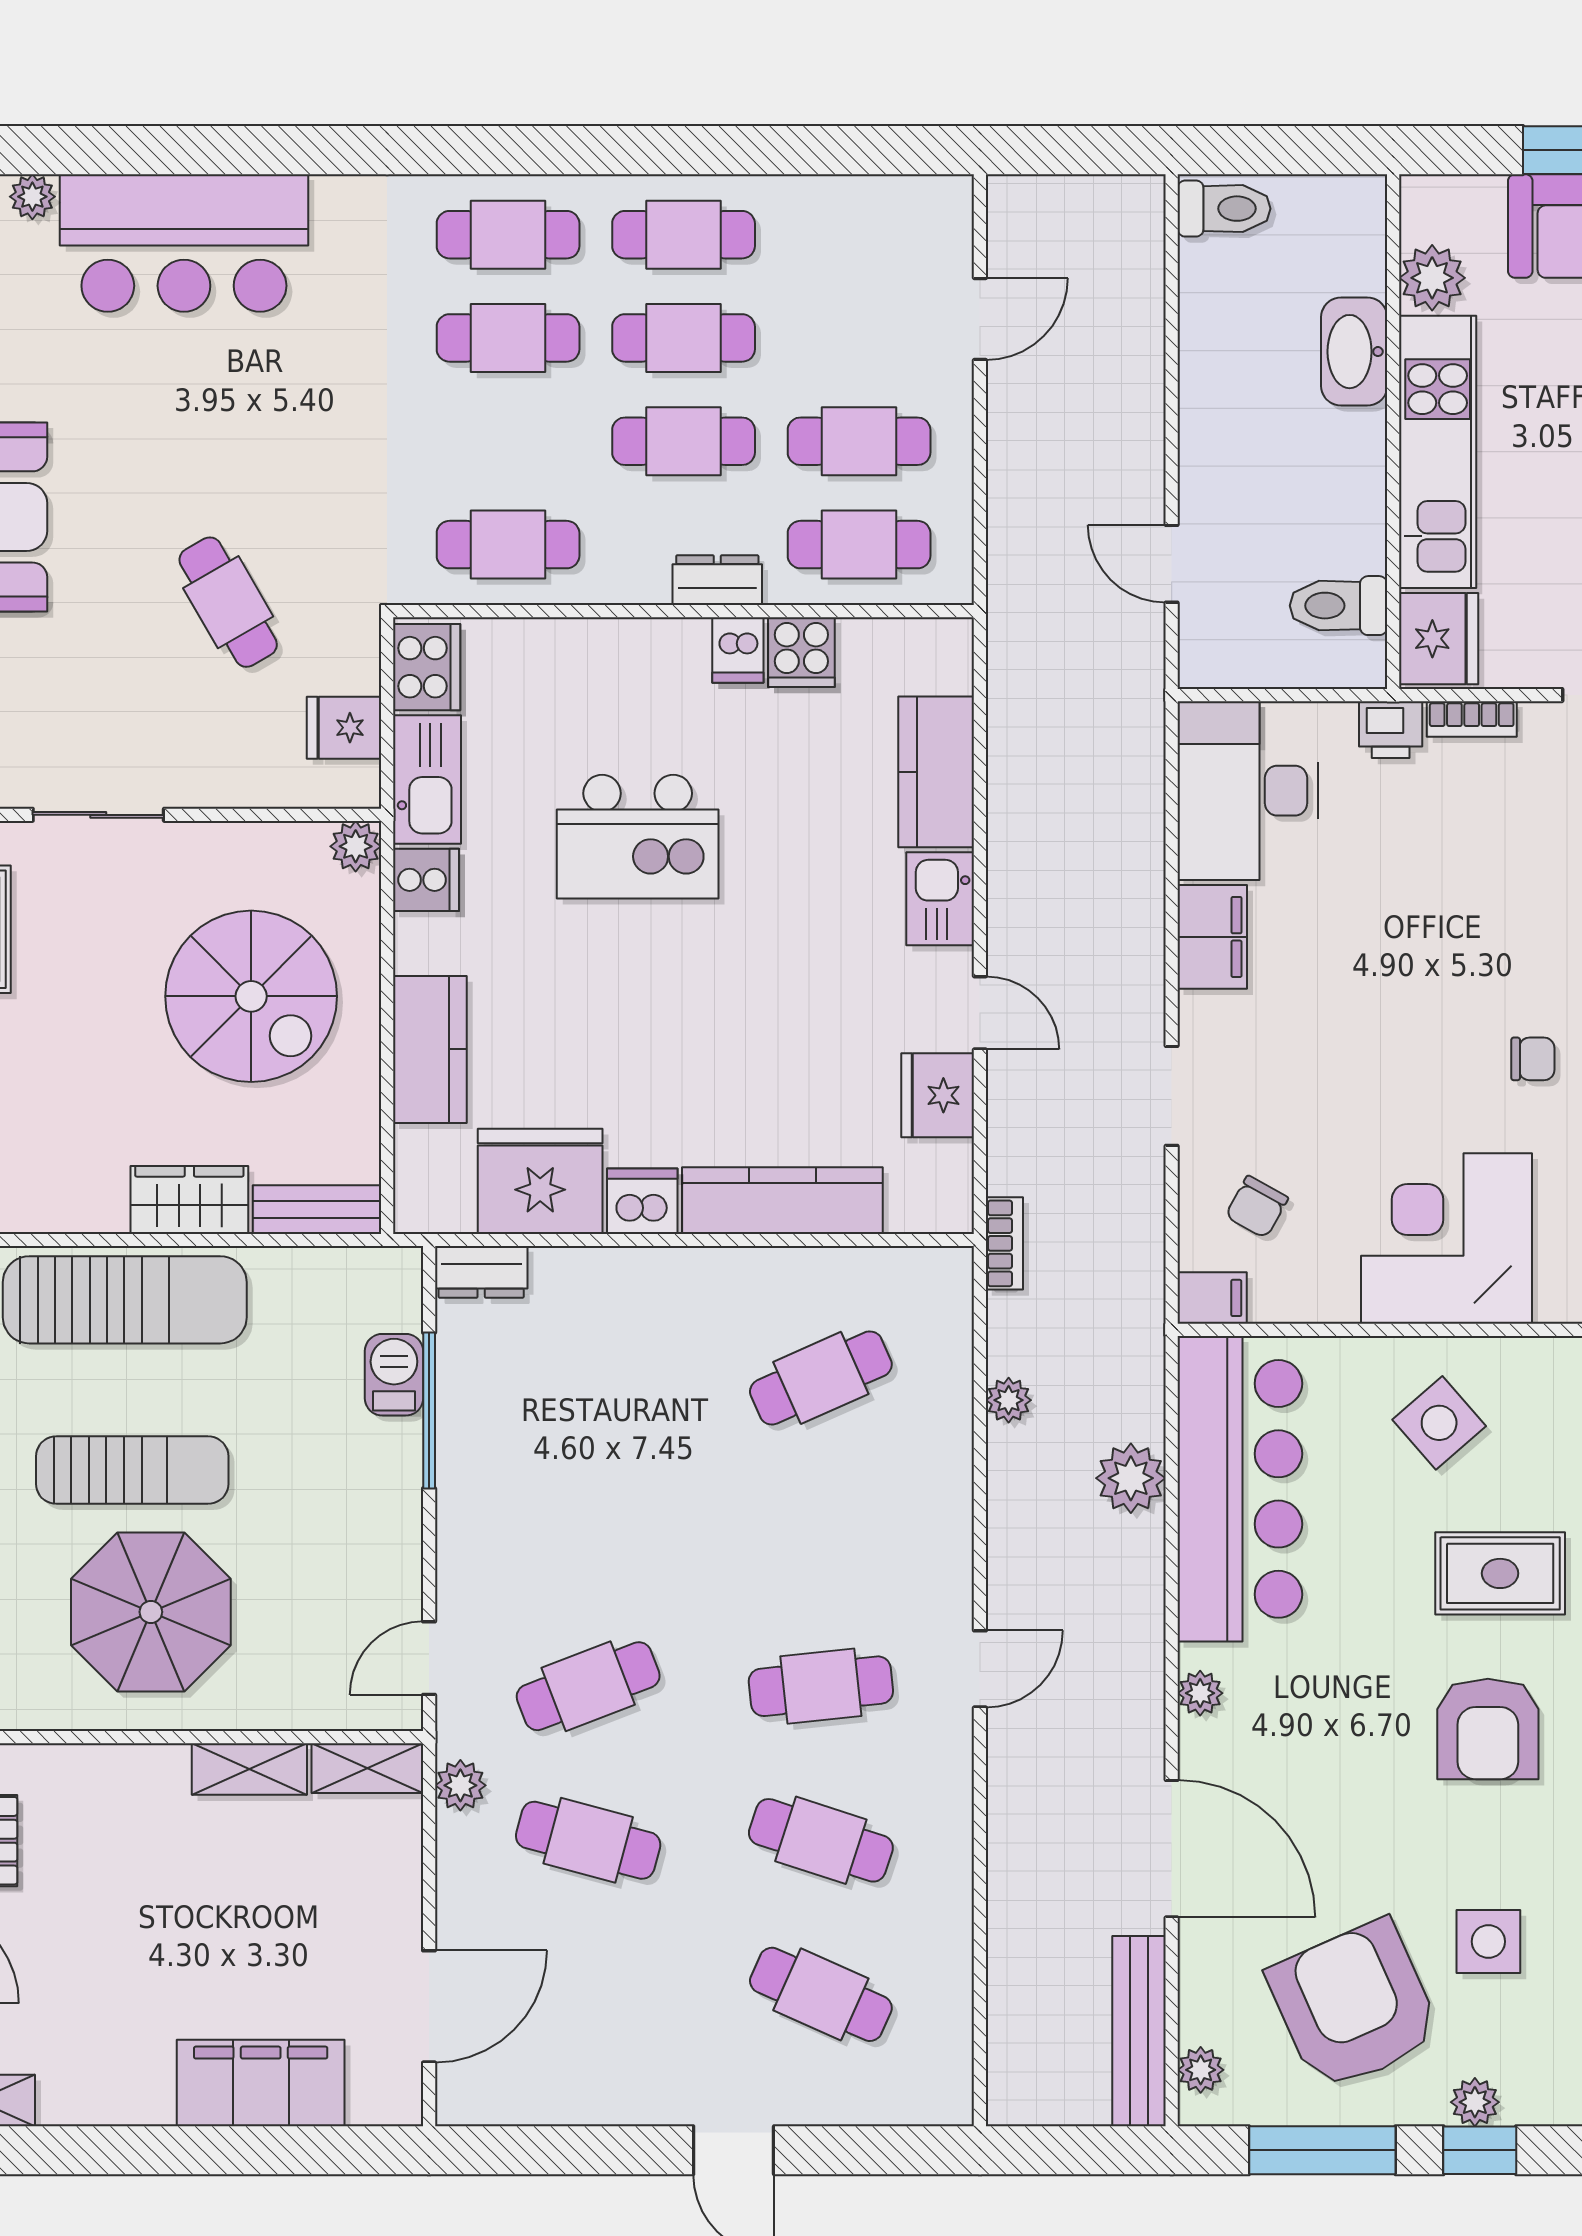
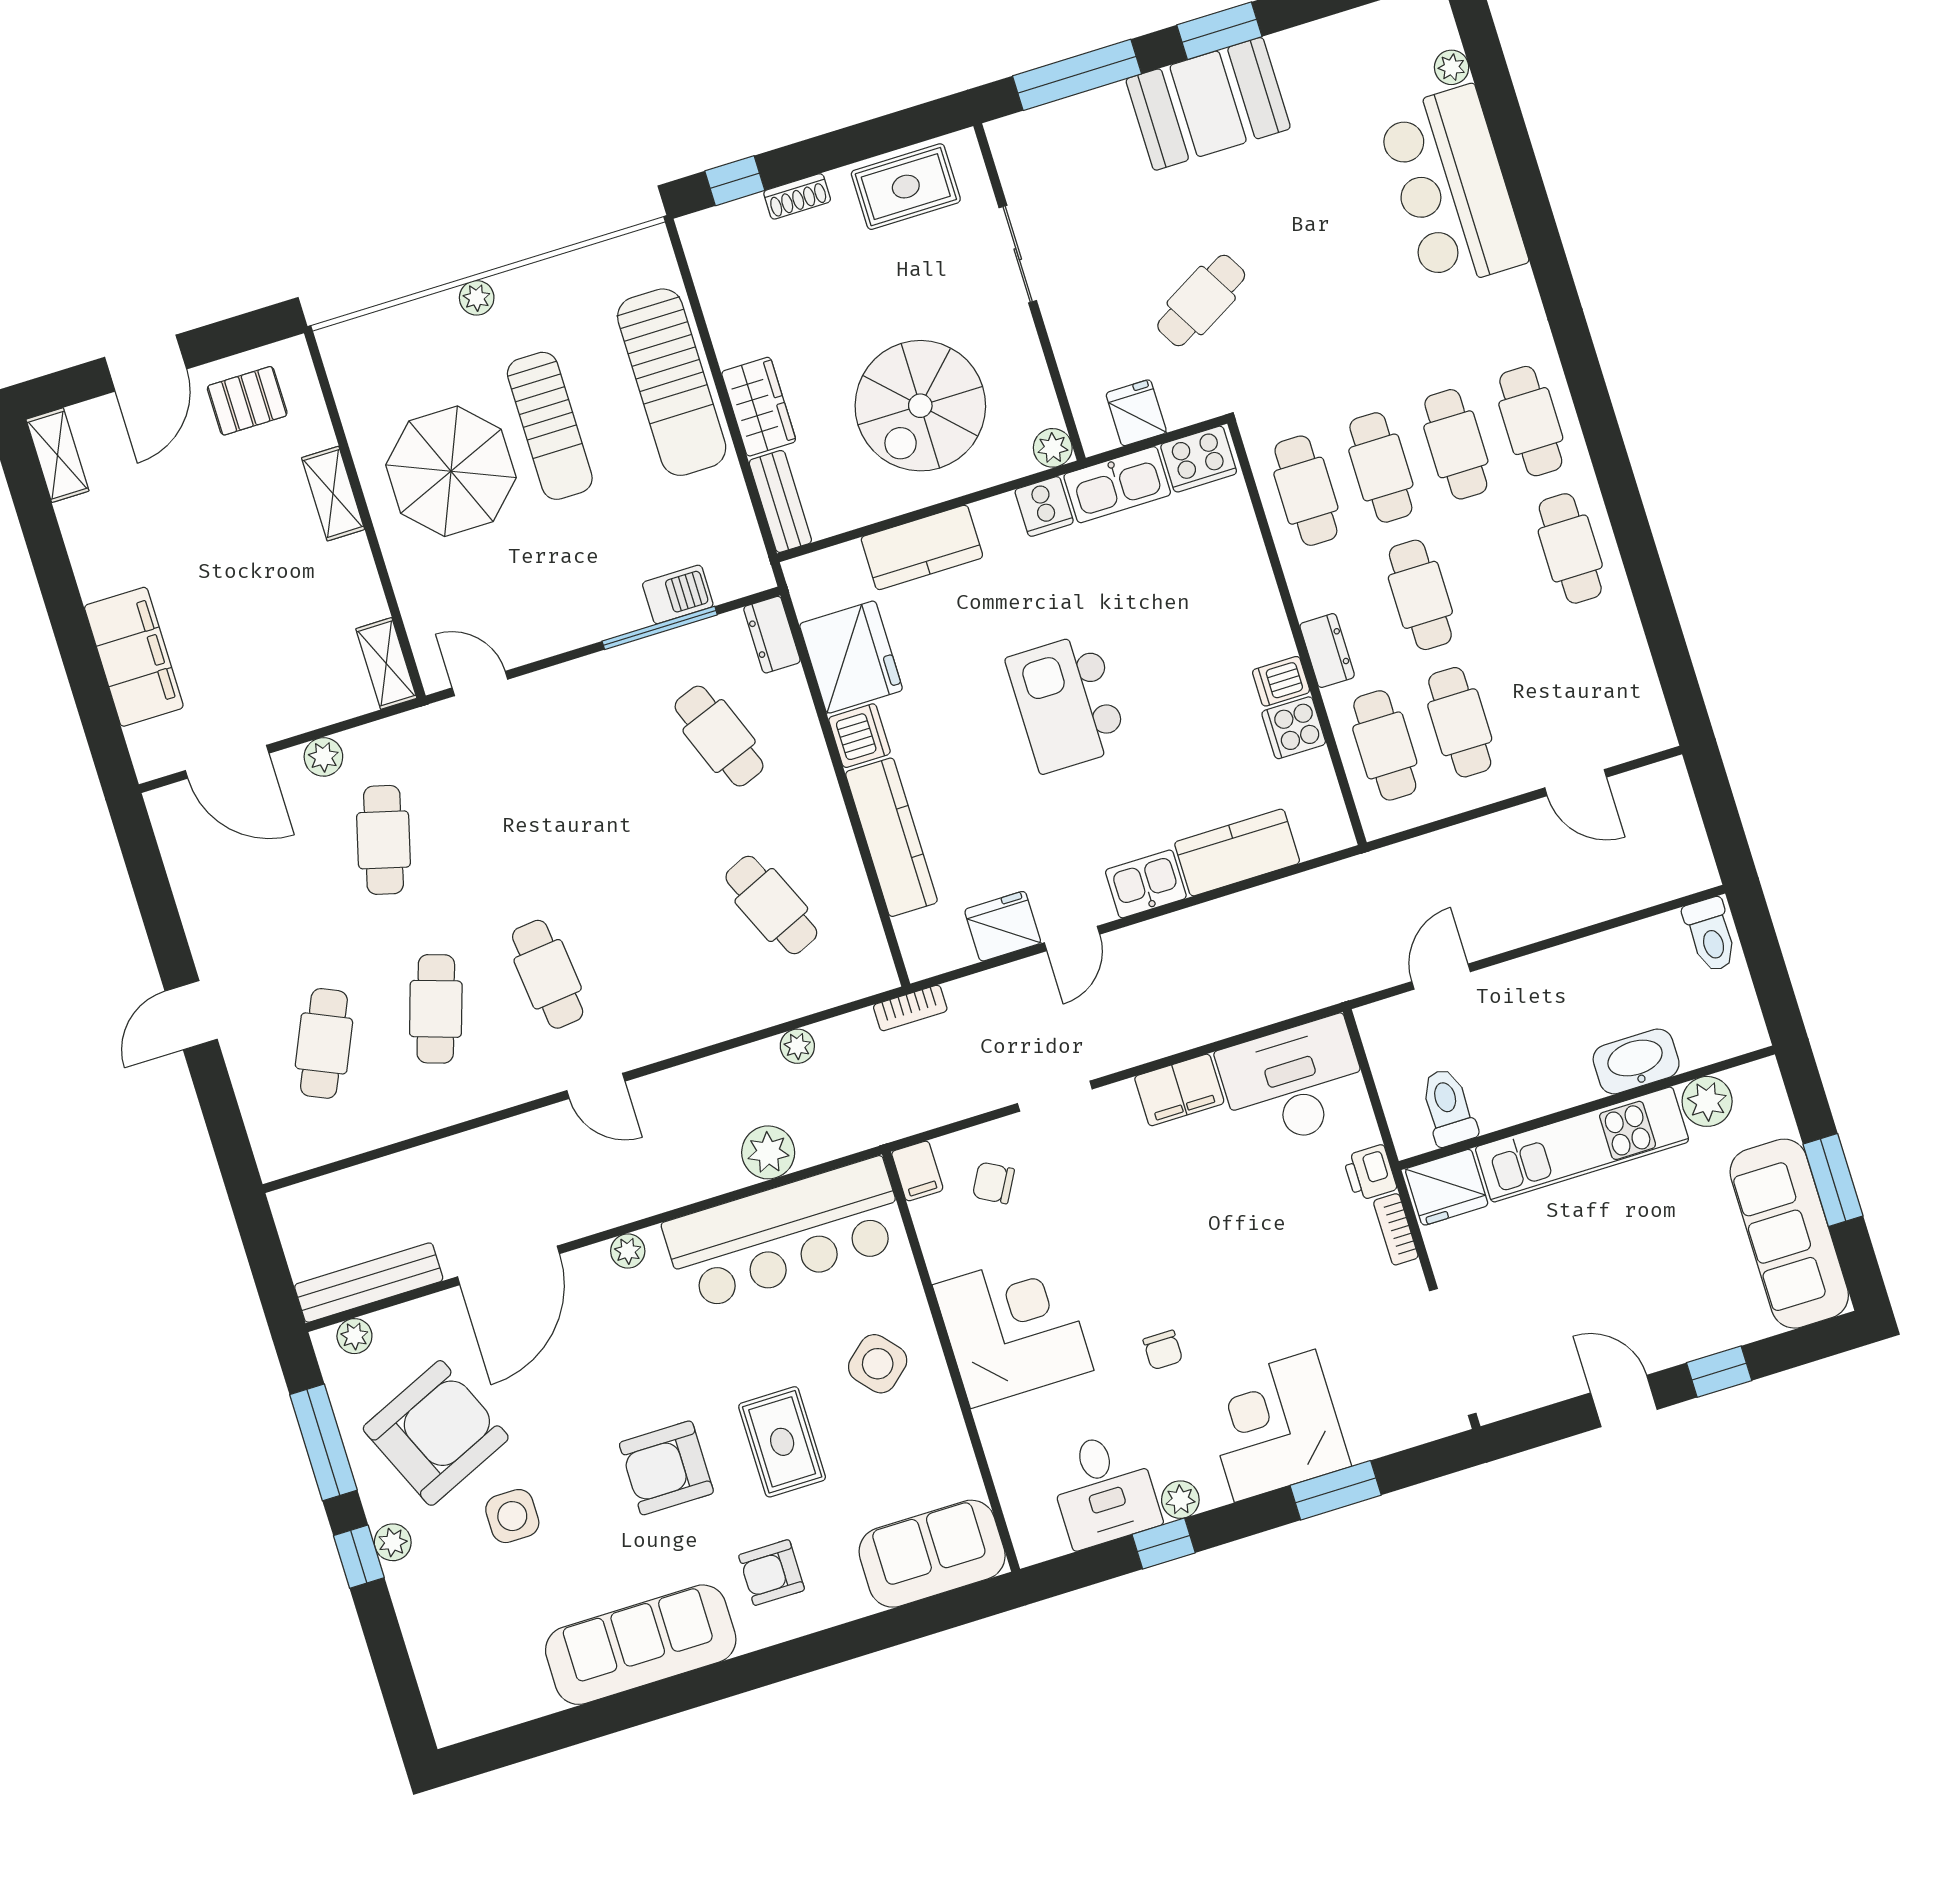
cafe table: (684, 338) -> (1381, 467), moved
kitchen island: (638, 837) -> (1067, 703), moved
cafe table: (588, 1686) -> (719, 736), moved
shelving: (249, 1769) -> (333, 494), moved
plant: (460, 1785) -> (323, 757), moved

